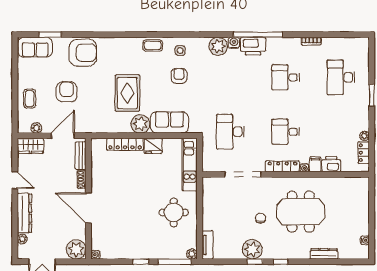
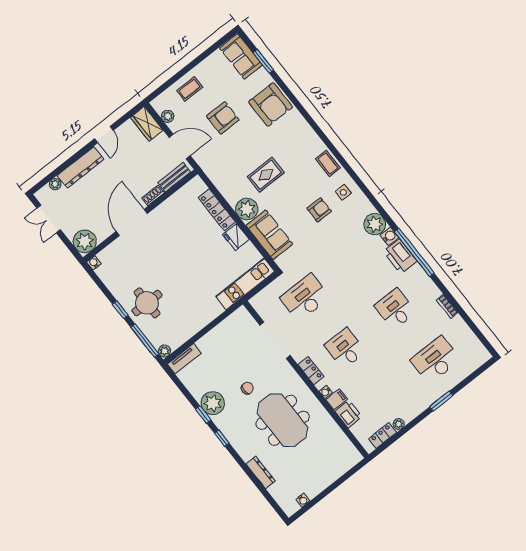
rug: (127, 93) -> (266, 175), width x0.73, depth x0.70
locker: (282, 166) -> (311, 371), width x0.66
round table: (174, 212) -> (147, 303), moved

